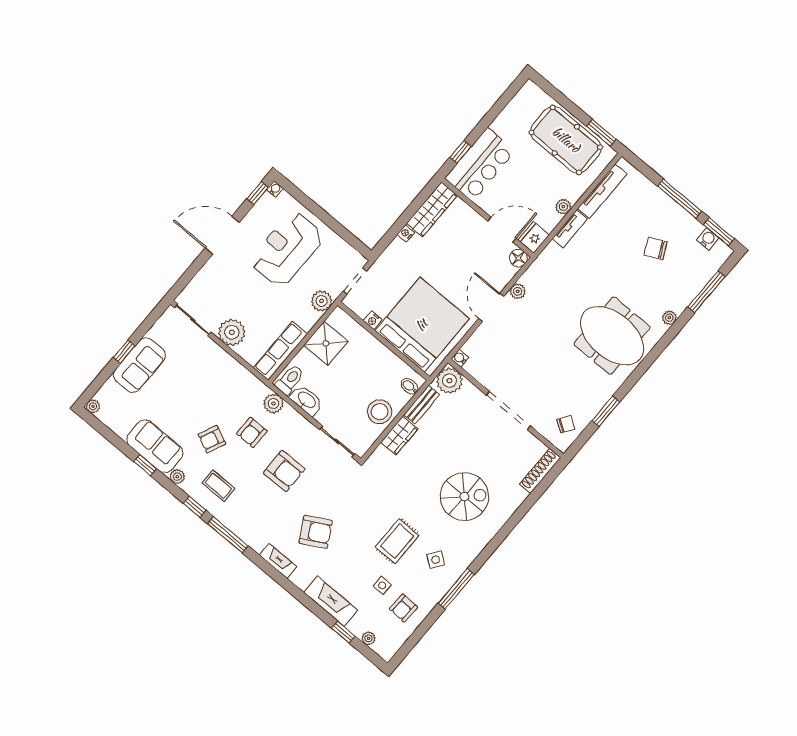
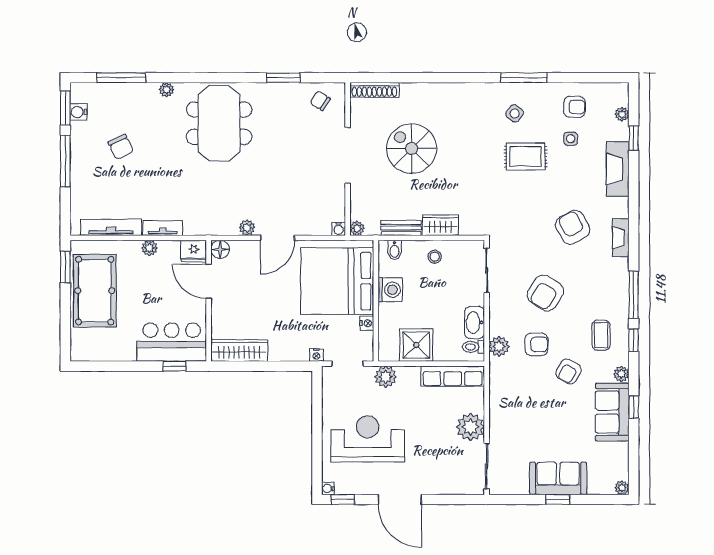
nightstand: (406, 233) -> (316, 355), moved
reception desk: (287, 249) -> (368, 439), turned 180
washing machine: (383, 358) -> (390, 290), added
toilet: (290, 380) -> (473, 347), width x0.73, depth x0.72
plant: (449, 381) -> (357, 228), width x0.53, depth x0.53
stool: (380, 412) -> (435, 257), width x0.53, depth x0.53
armchair: (212, 439) -> (568, 371), turned 95
armchair: (284, 471) -> (545, 293), turned -147
spiral stairs: (464, 497) -> (411, 149), moved

